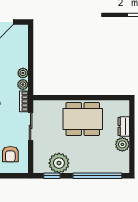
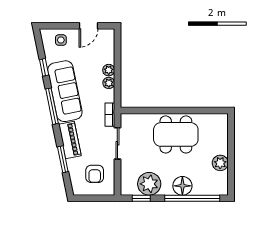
plant: (23, 85) -> (109, 70), moved
dresser: (124, 126) -> (222, 143), removed
floor lamp: (89, 165) -> (182, 186), added

